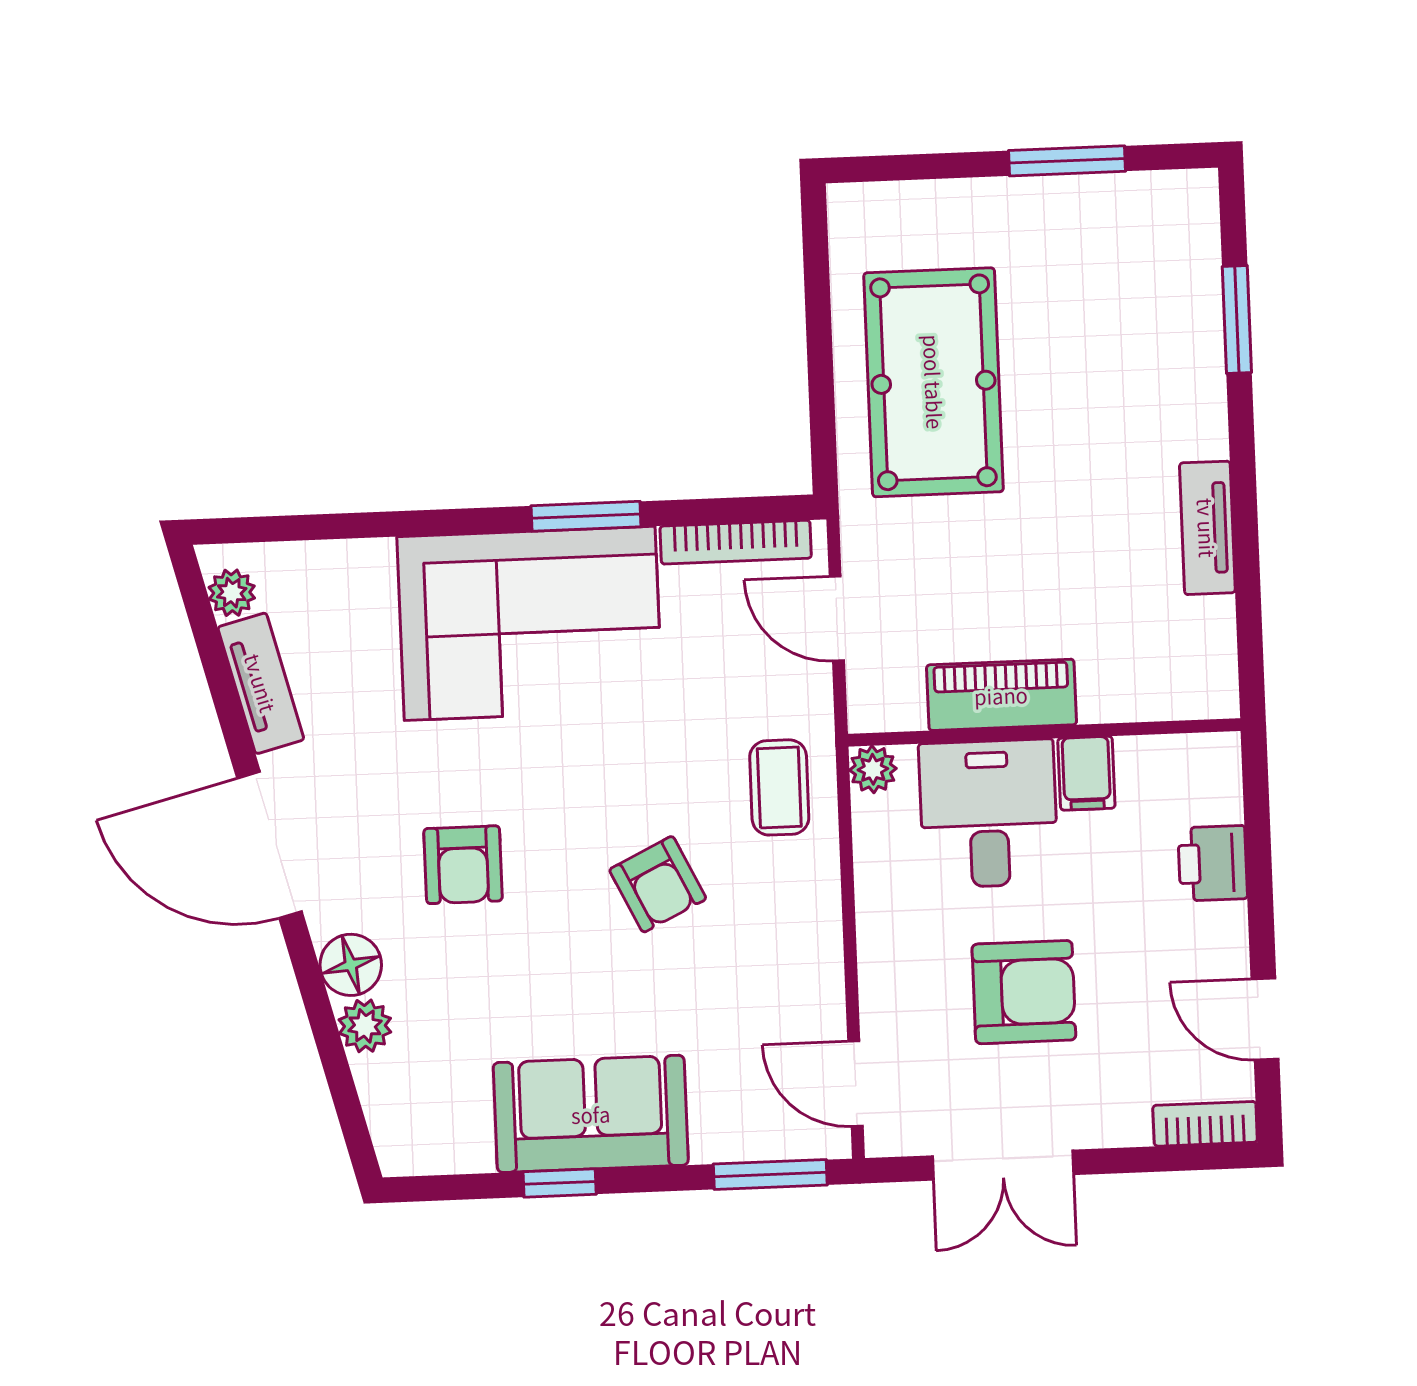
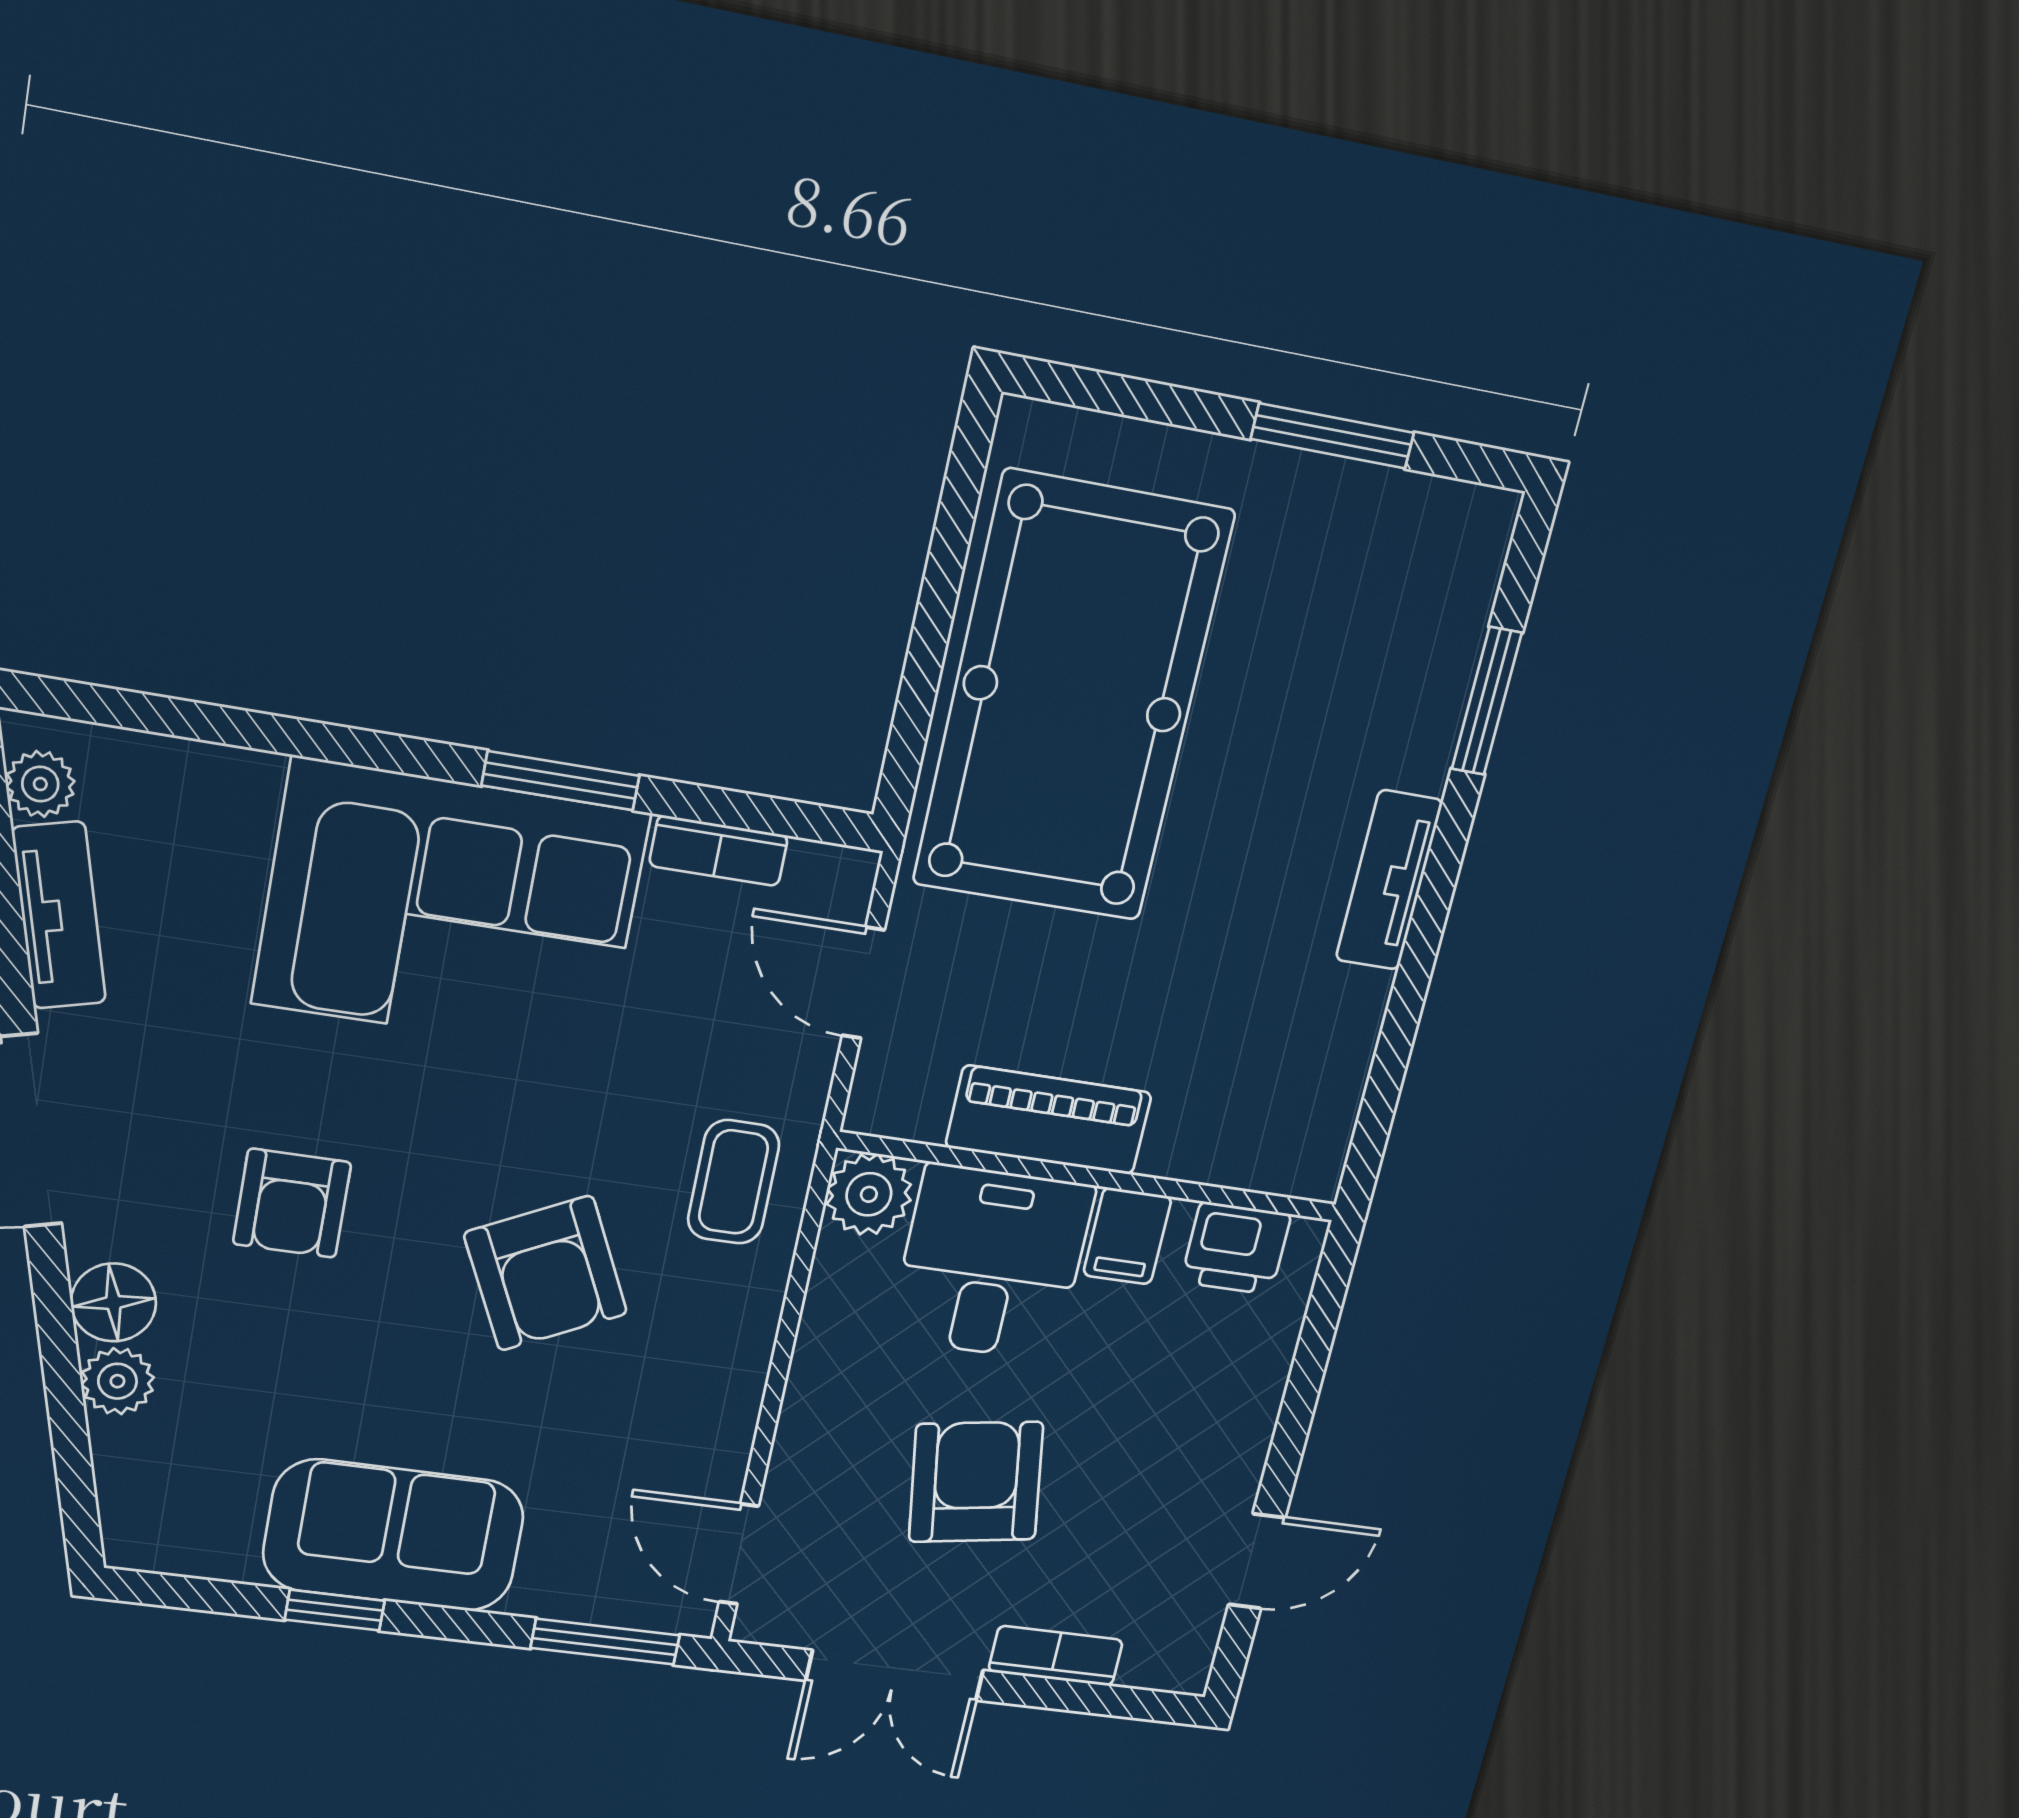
pool table: (934, 382) -> (1072, 699), width x1.36, depth x1.32
tv unit: (1207, 528) -> (1389, 880), moved
bookcase: (736, 542) -> (719, 851), width x0.64
plant: (873, 769) -> (869, 1194), width x1.38, depth x1.38
printer: (1213, 863) -> (1236, 1248), moved, turned -90
armchair: (658, 884) -> (546, 1273), width x1.38, depth x1.38
armchair: (1024, 992) -> (976, 1482), turned -99
door: (1265, 1019) -> (1257, 1561), swing flipped
bookcase: (1205, 1124) -> (1056, 1656), moved

